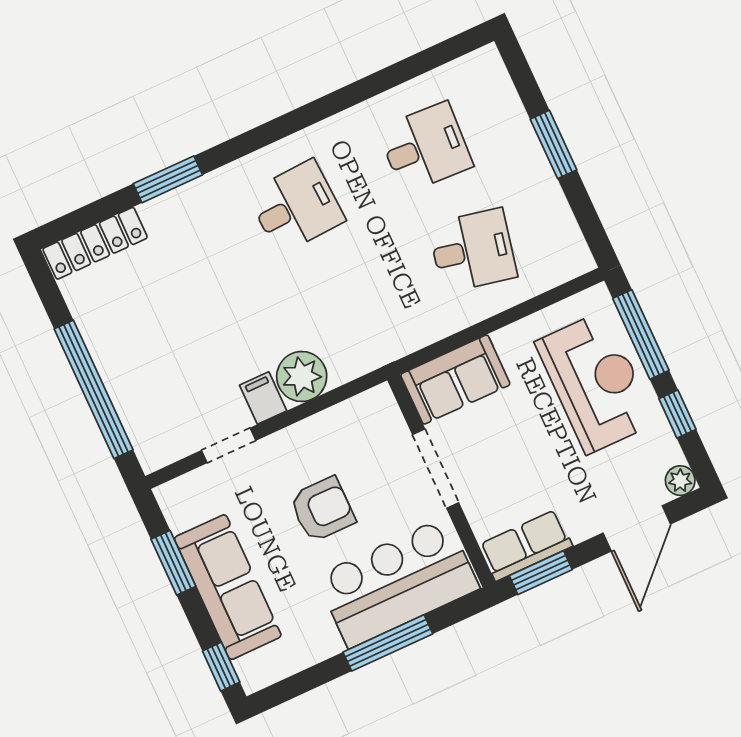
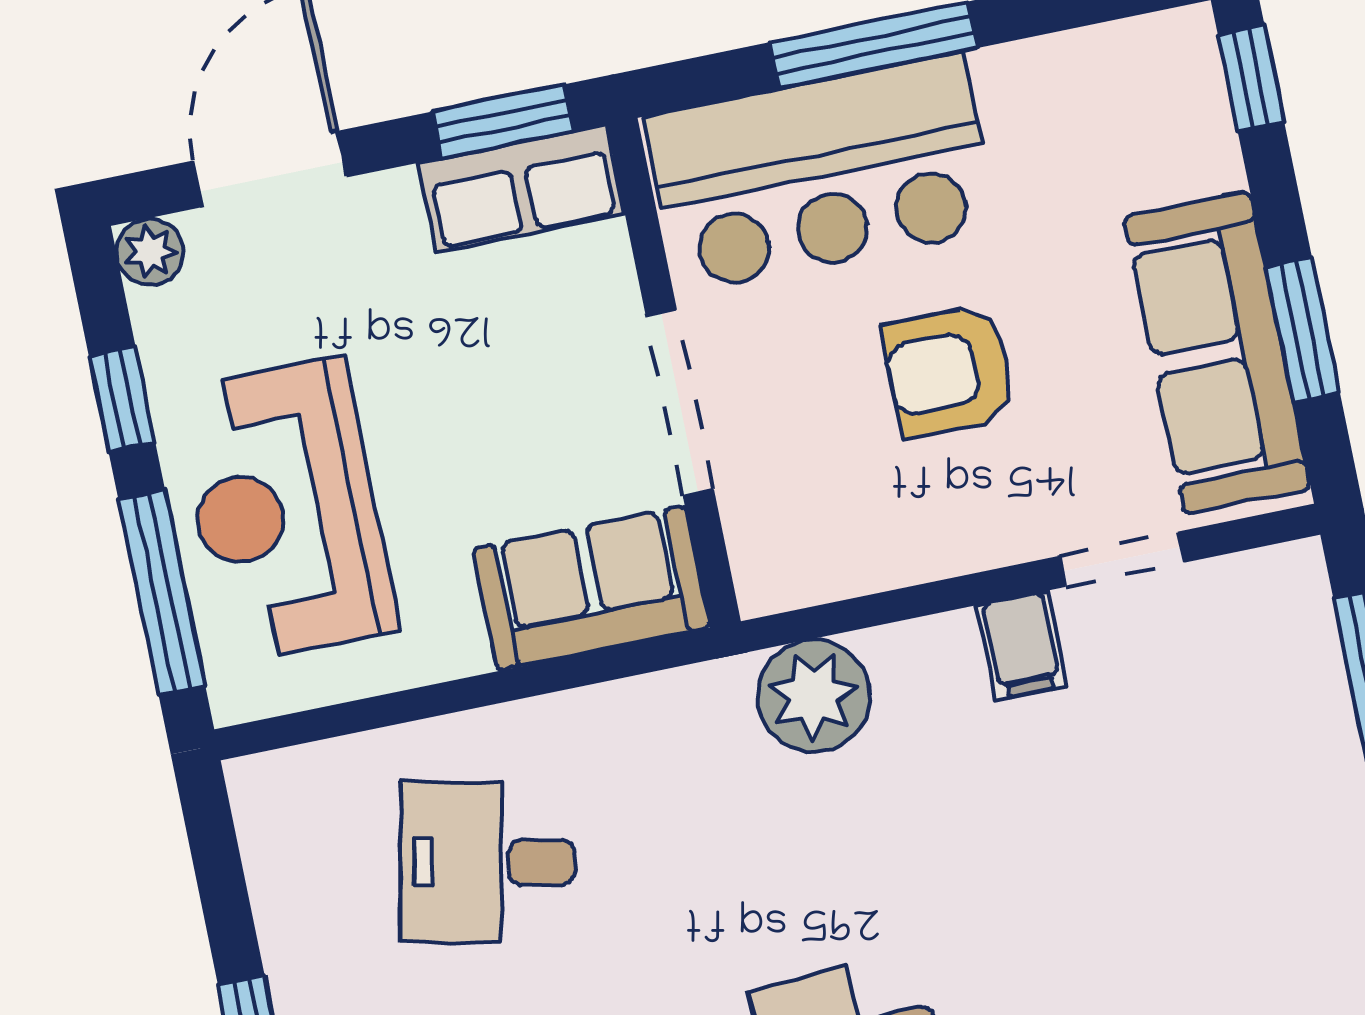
plant: (302, 377) -> (814, 696), moved
sofa: (228, 587) -> (1217, 353), moved

